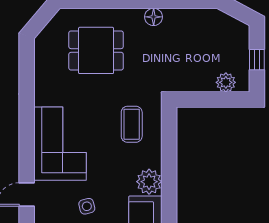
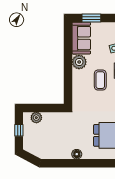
coffee table: (132, 124) -> (100, 80), moved

